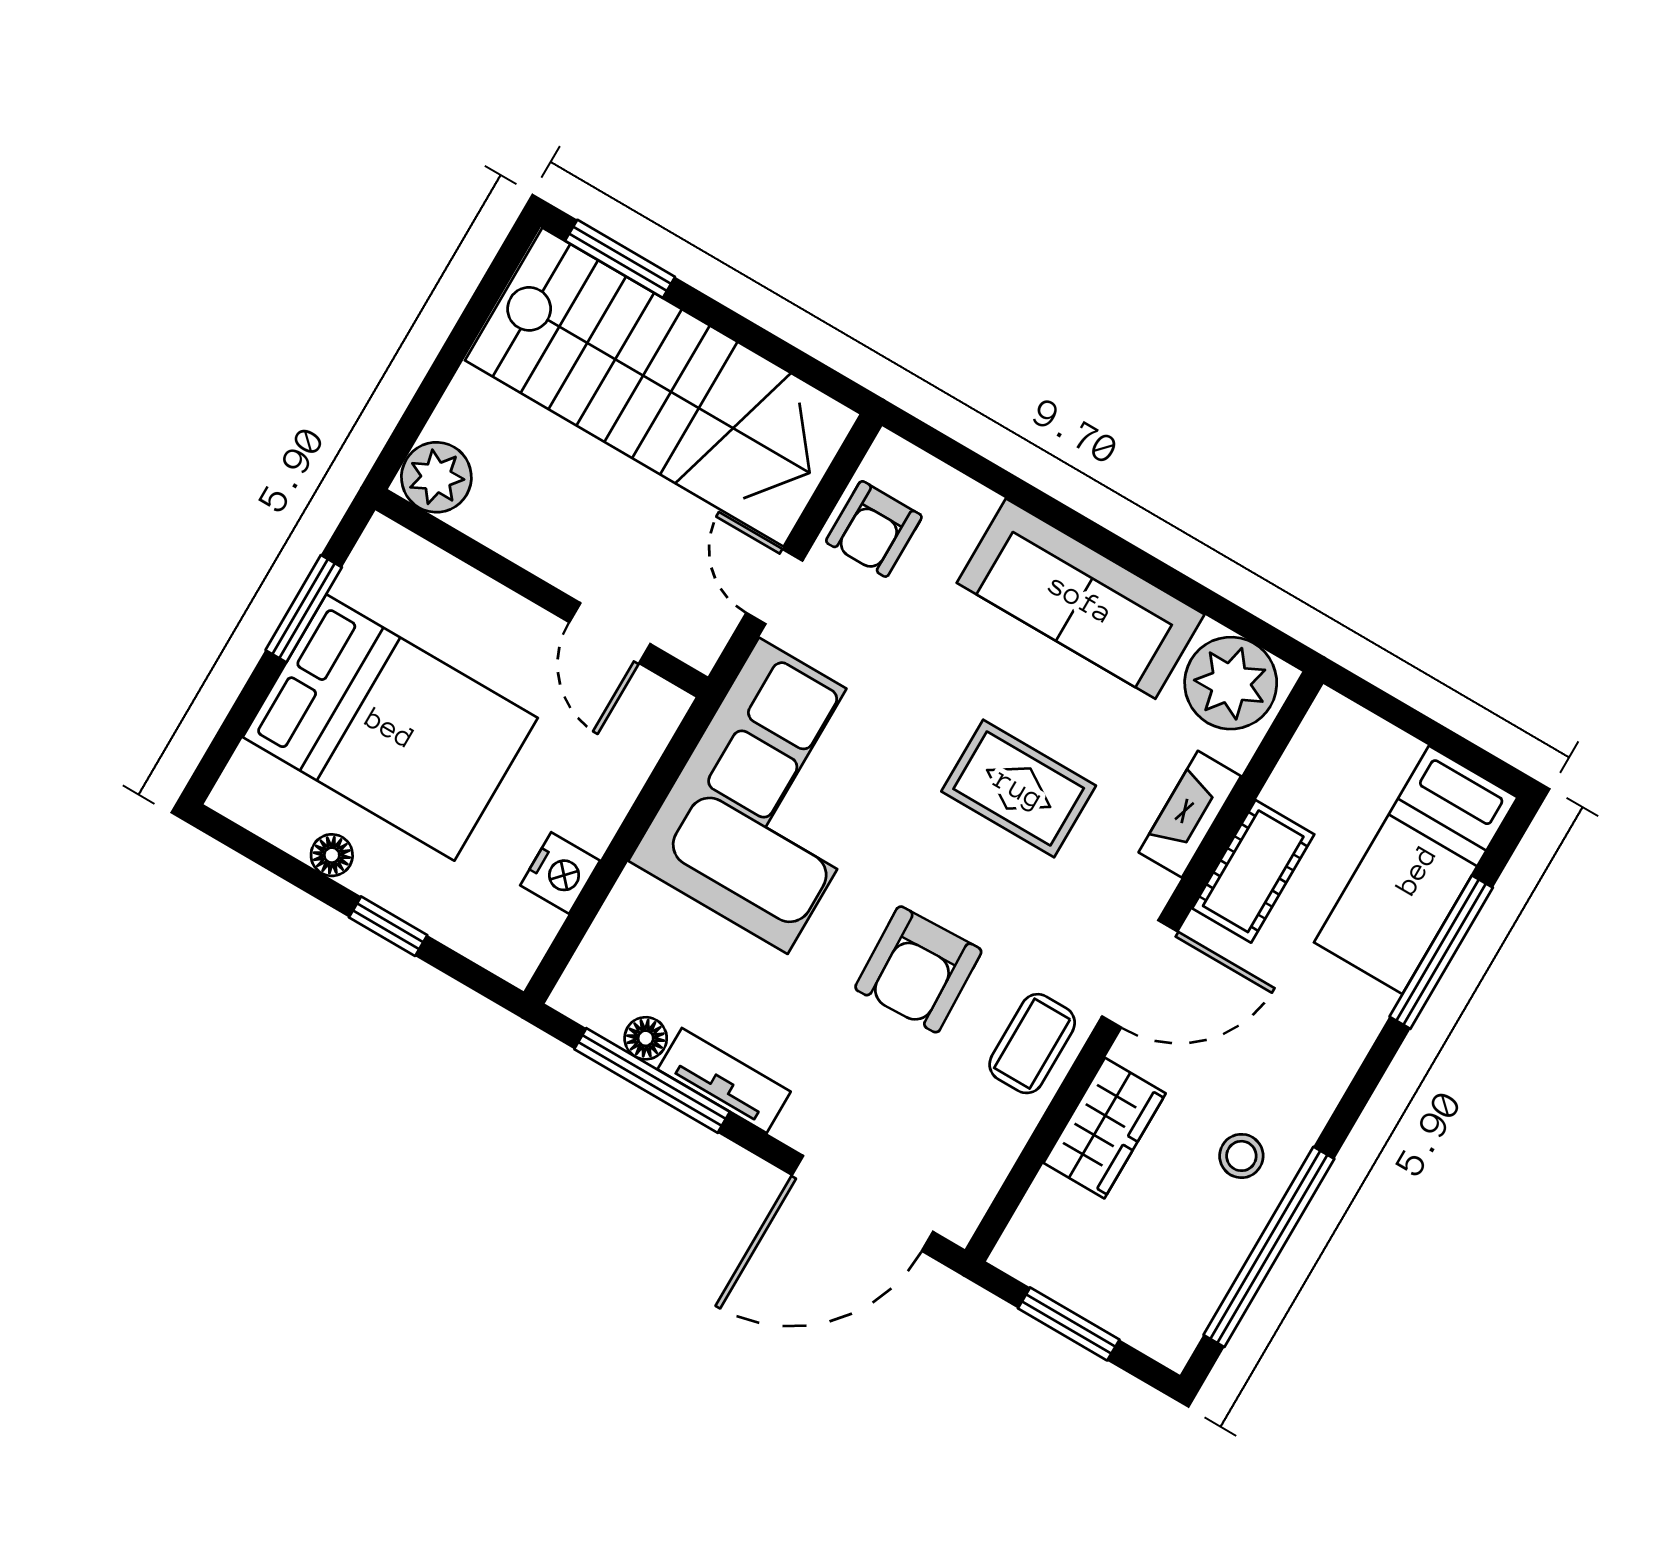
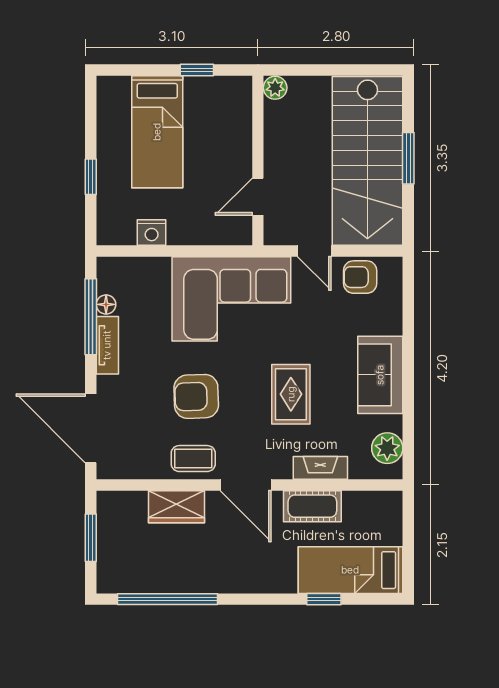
window: (620, 259) -> (408, 158), moved
plant: (436, 477) -> (275, 88), width x0.73, depth x0.73
door: (774, 587) -> (314, 251), swing flipped
sofa: (1081, 599) -> (380, 375), width x0.73
window: (304, 609) -> (197, 70), width x0.67
plant: (1231, 683) -> (387, 448), width x0.73, depth x0.73
bed: (390, 728) -> (157, 132), width x0.67
floor lamp: (332, 855) -> (106, 138), removed
window: (1441, 952) -> (324, 599), width x0.46
stool: (1241, 1156) -> (197, 567), removed

